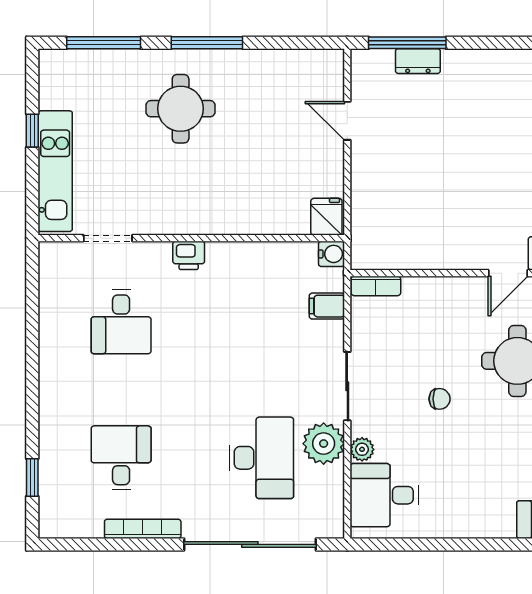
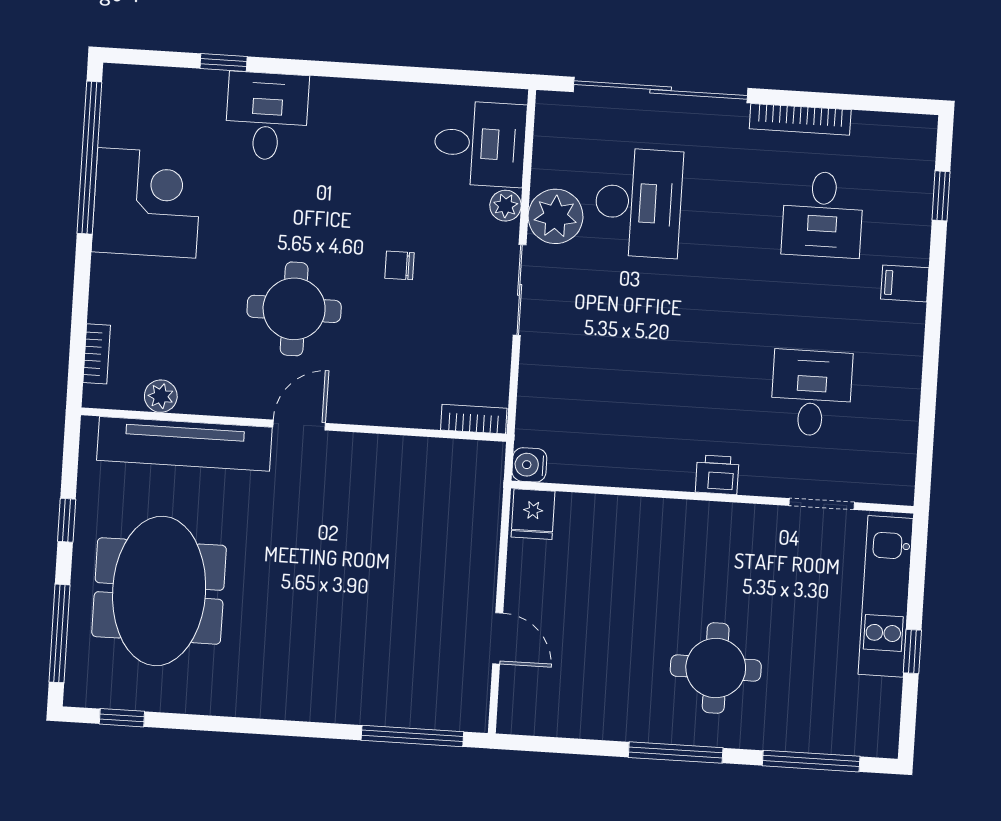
dresser: (418, 61) -> (400, 711), removed
filing cabinet: (327, 306) -> (905, 283), moved, turned 180
desk: (261, 458) -> (638, 203), turned 180

